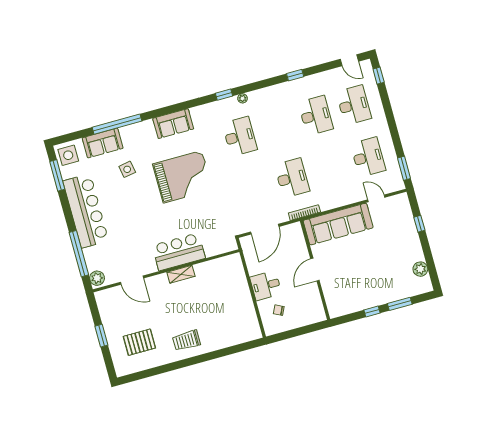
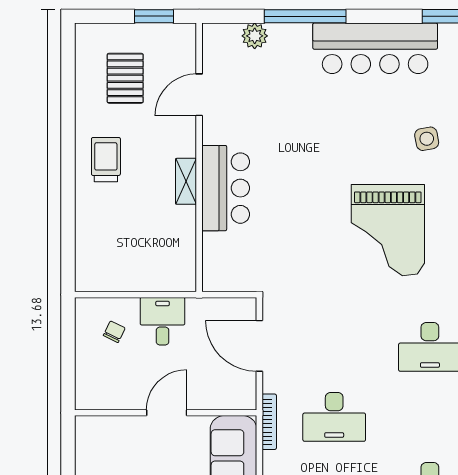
bar counter: (179, 252) -> (226, 188), moved
door: (315, 270) -> (167, 413), hinge flipped
wall: (166, 271) -> (199, 157), moved
shelving: (181, 274) -> (186, 181), moved
door: (132, 280) -> (199, 95), moved

